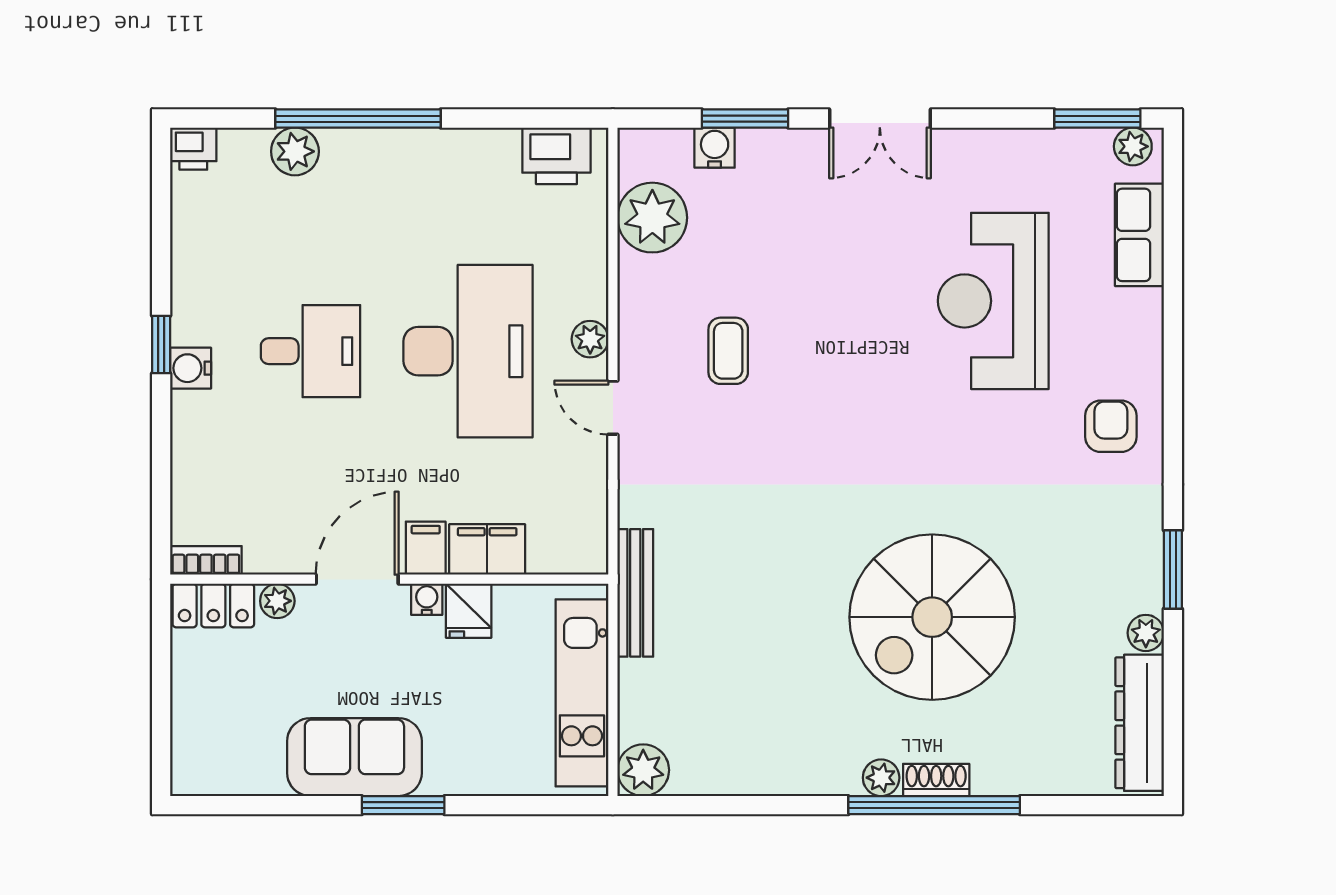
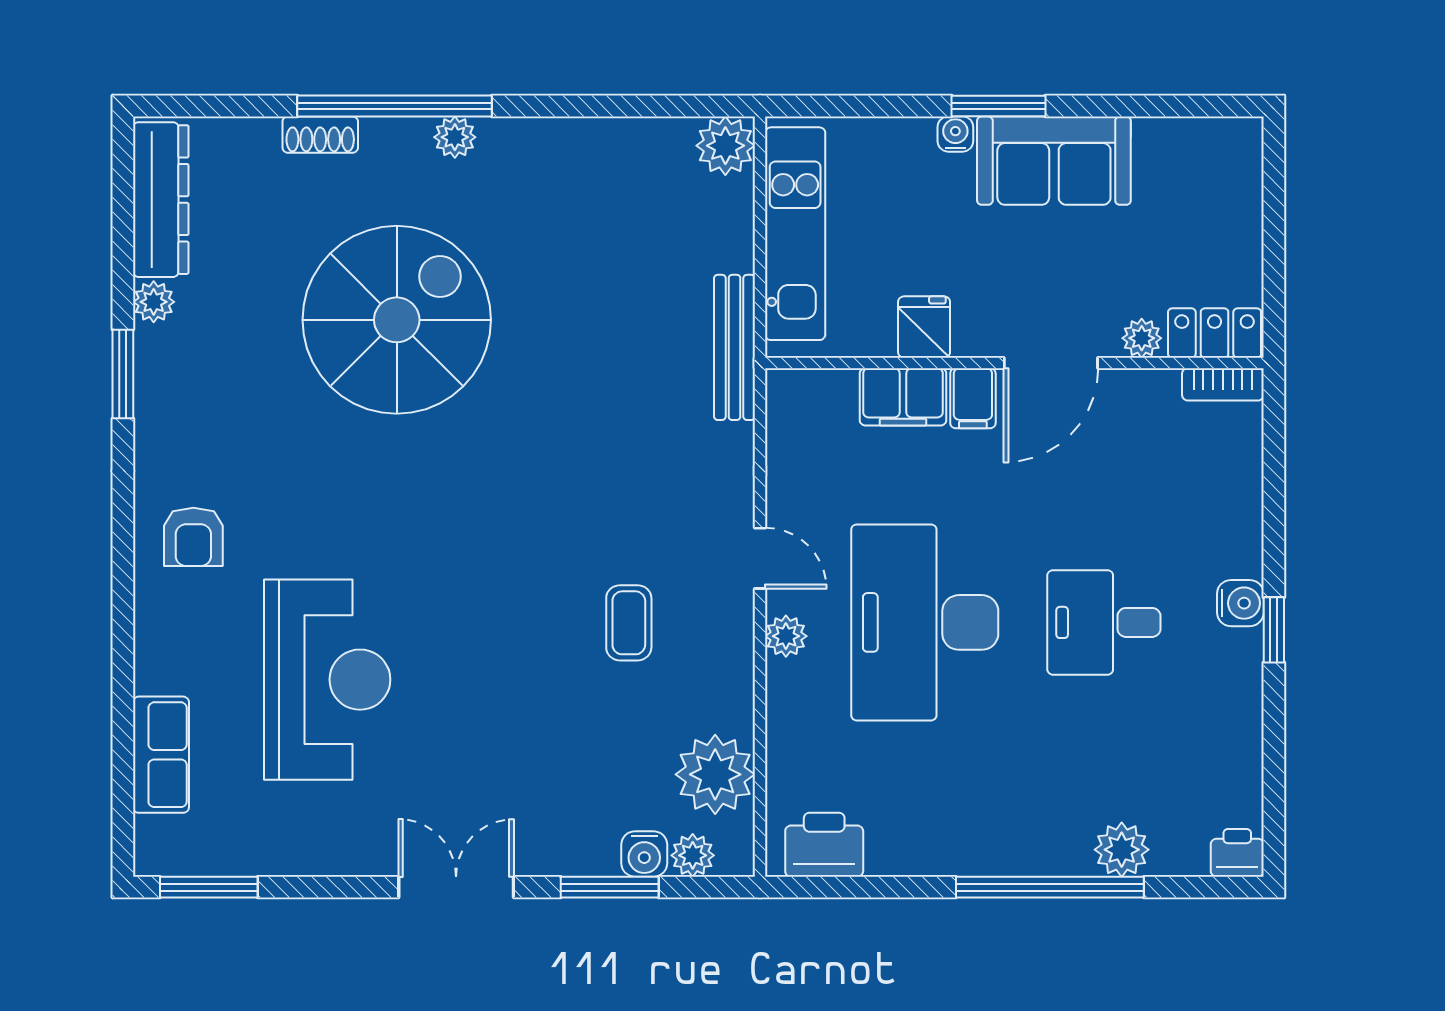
plant: (1133, 146) -> (693, 855), moved
water cooler: (427, 599) -> (955, 134), moved, turned 180
shoe rack: (936, 780) -> (320, 135), moved

